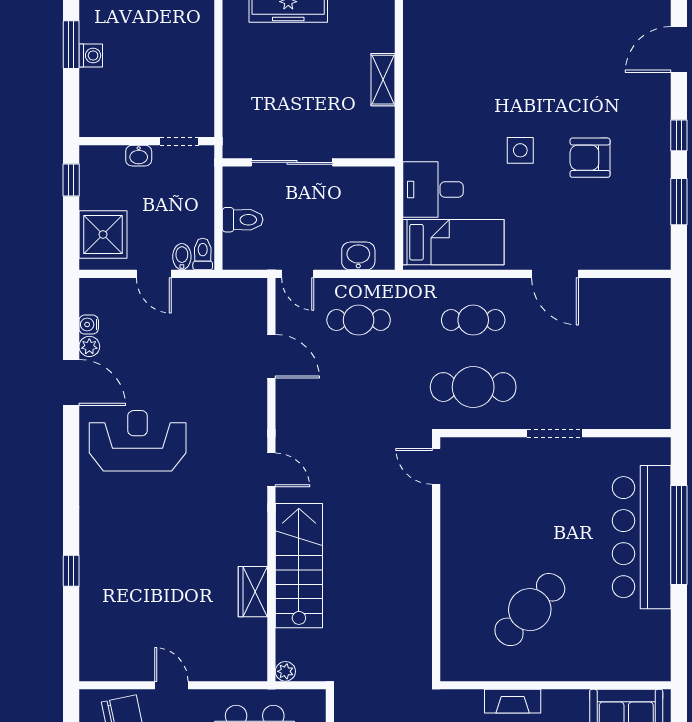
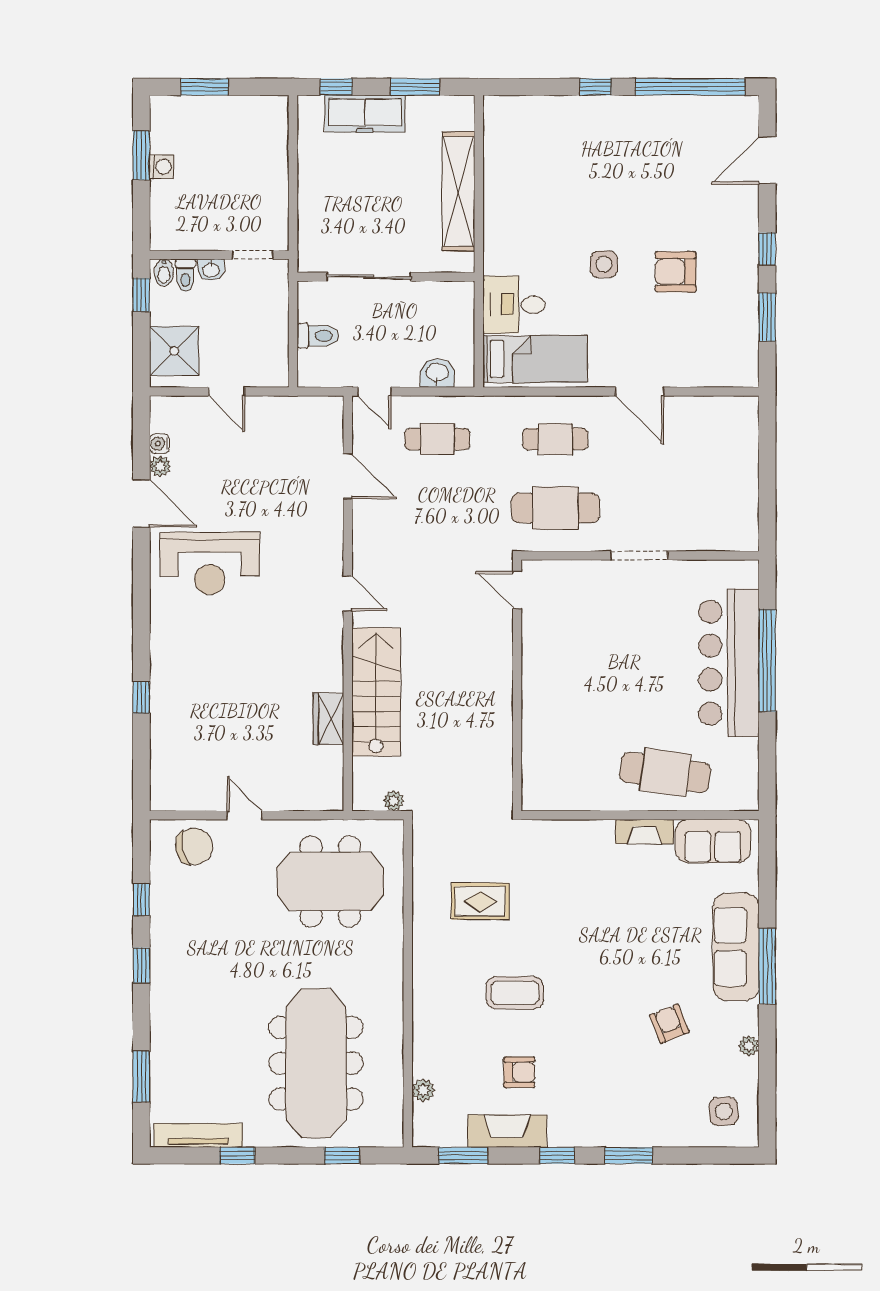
shelving: (383, 80) -> (459, 192), width x2.20, depth x1.33
toilet: (203, 254) -> (185, 275), moved, turned 180
bidet: (182, 257) -> (164, 273), moved, turned 180
reception desk: (138, 441) -> (210, 563), turned 180
cafe table: (530, 610) -> (665, 772), moved, turned 55
plant: (285, 671) -> (394, 801), moved
fireplace: (513, 701) -> (644, 832), moved

